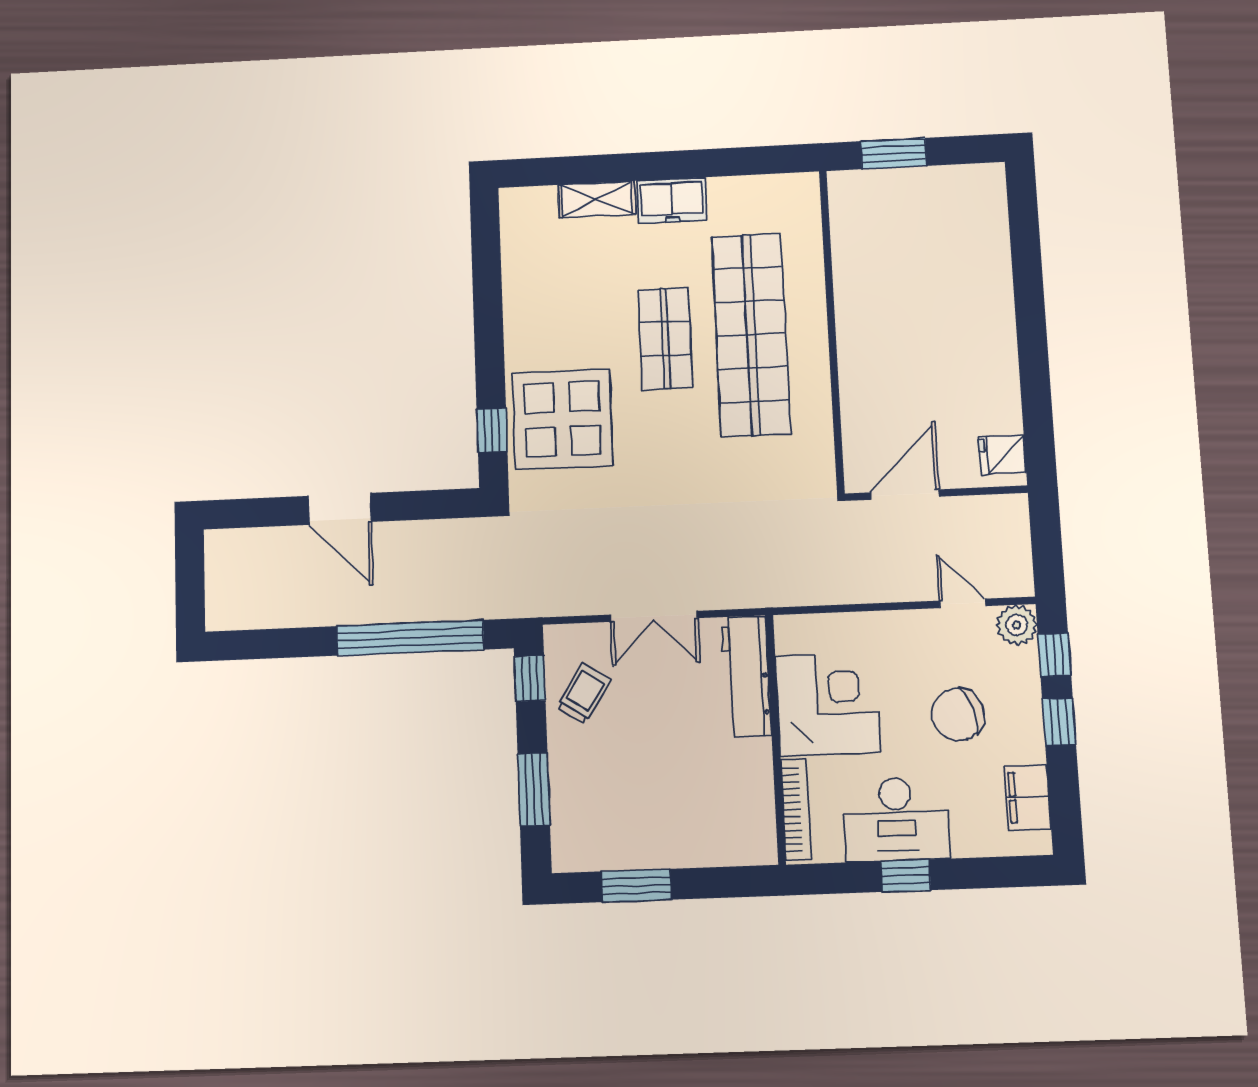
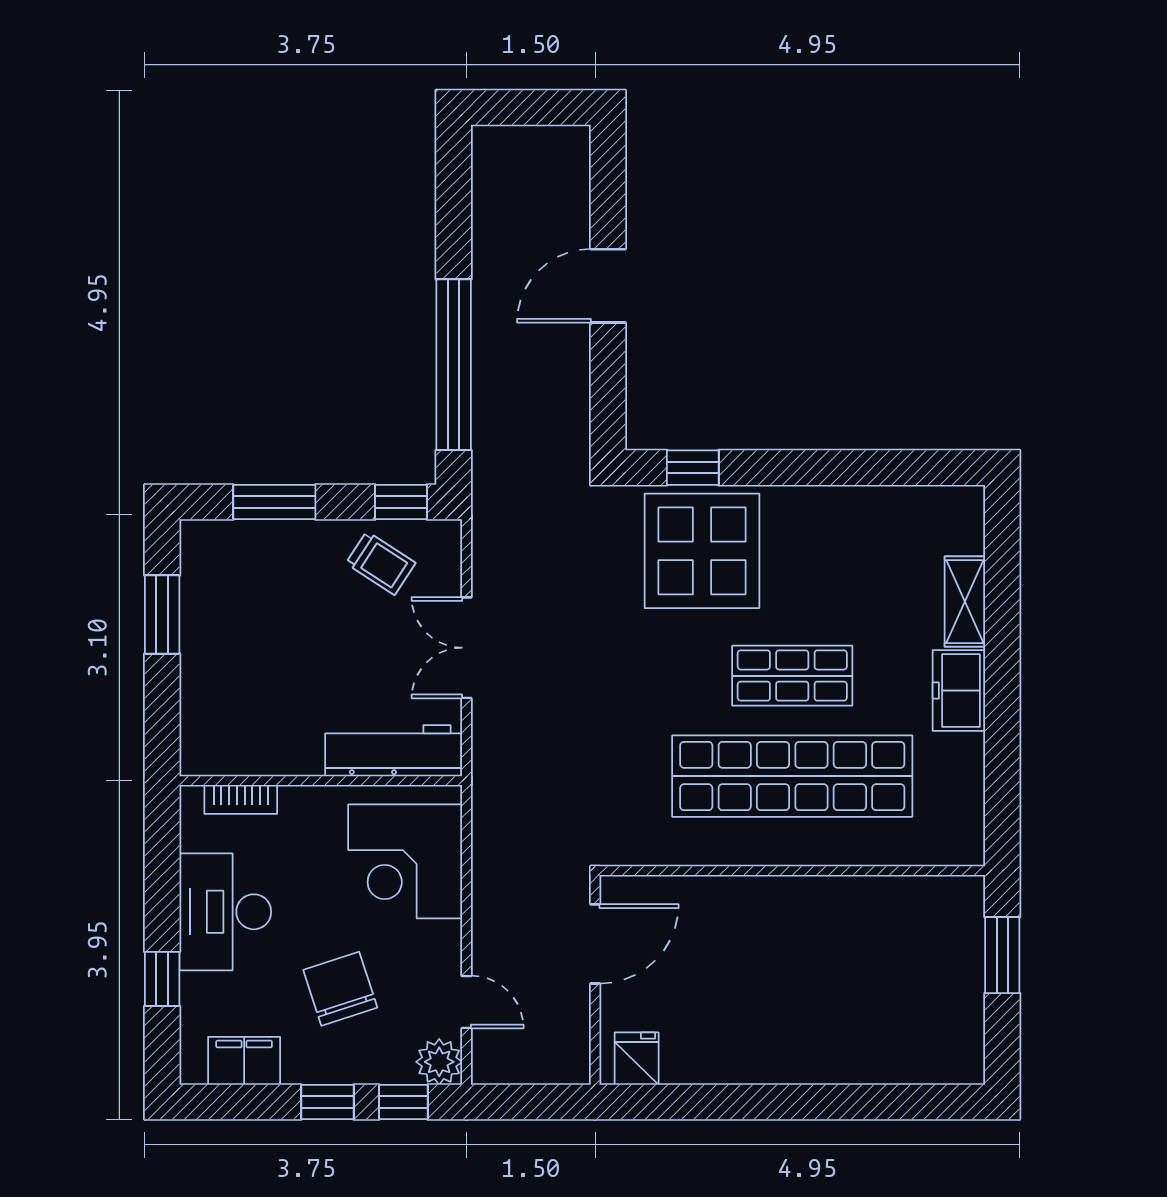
door: (905, 495) -> (595, 944), hinge flipped
door: (963, 603) -> (466, 1002), hinge flipped
corner desk: (828, 704) -> (405, 861), moved, turned 90
bookcase: (796, 809) -> (241, 799), width x0.64
window: (906, 876) -> (162, 979), moved

